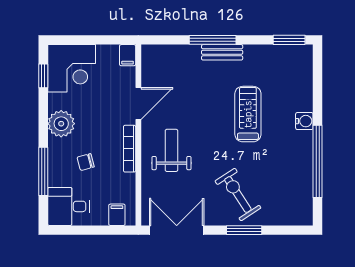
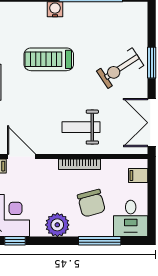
door: (138, 103) -> (21, 156), moved
chair: (86, 162) -> (91, 203), width x1.87, depth x1.87

